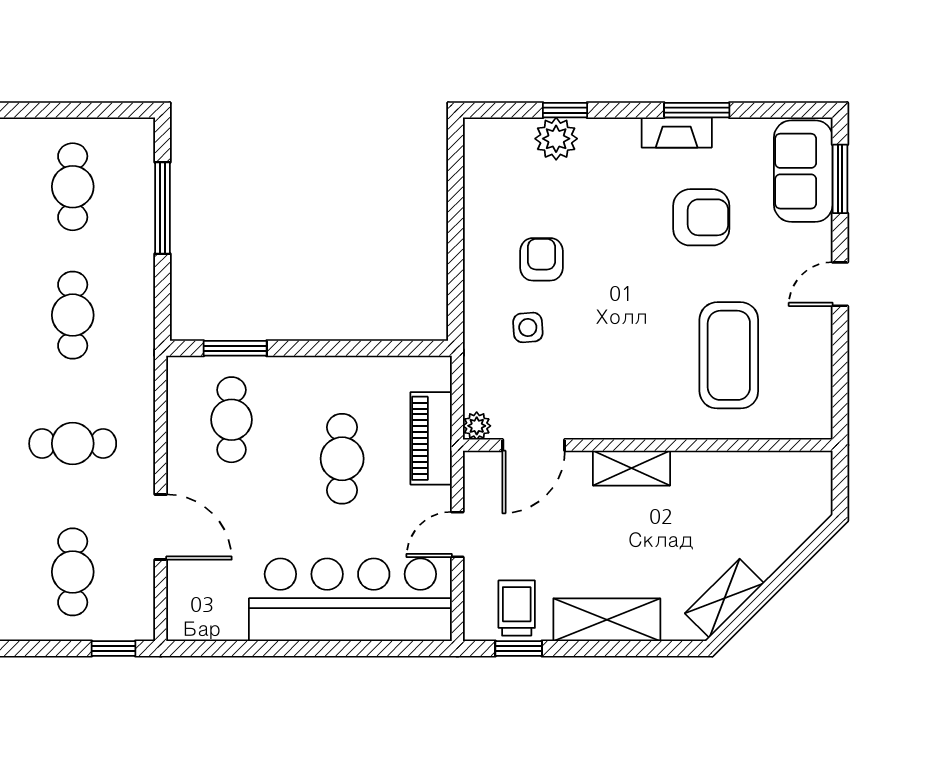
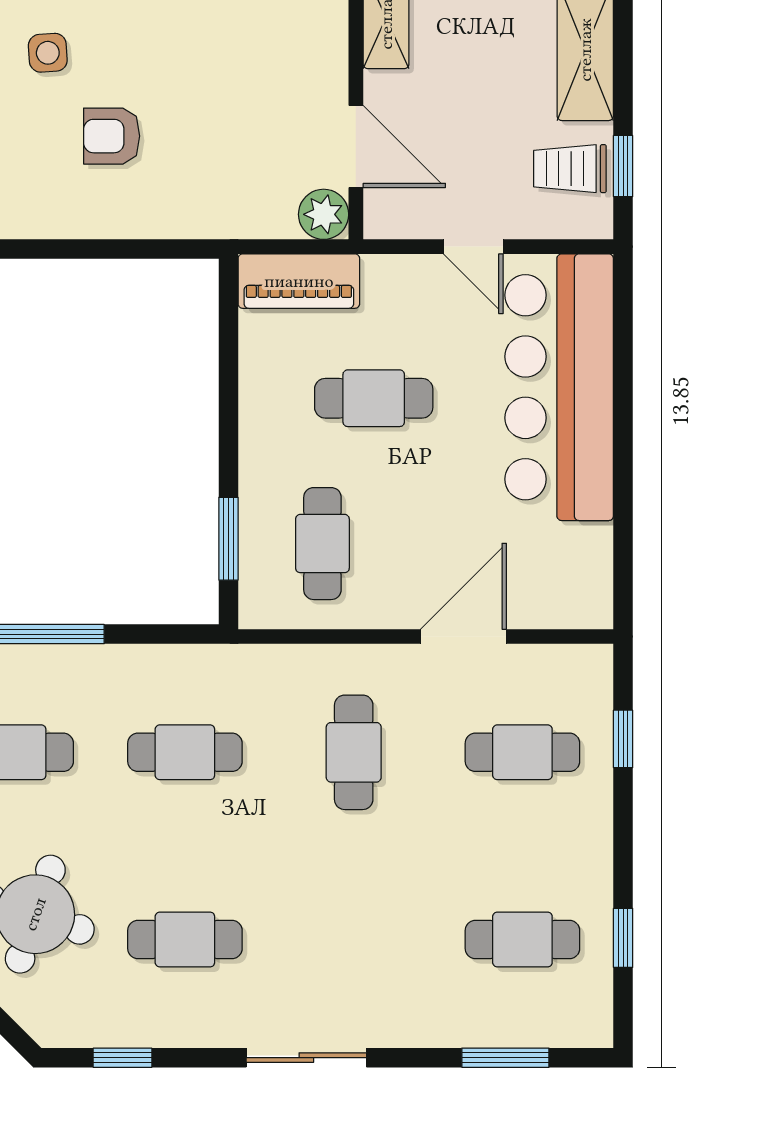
side table: (528, 327) -> (48, 53), moved
cafe table: (231, 420) -> (322, 544), turned 90
plant: (477, 426) -> (324, 214), width x1.38, depth x1.38
piano: (431, 438) -> (299, 281), moved
window: (114, 648) -> (623, 739), moved

